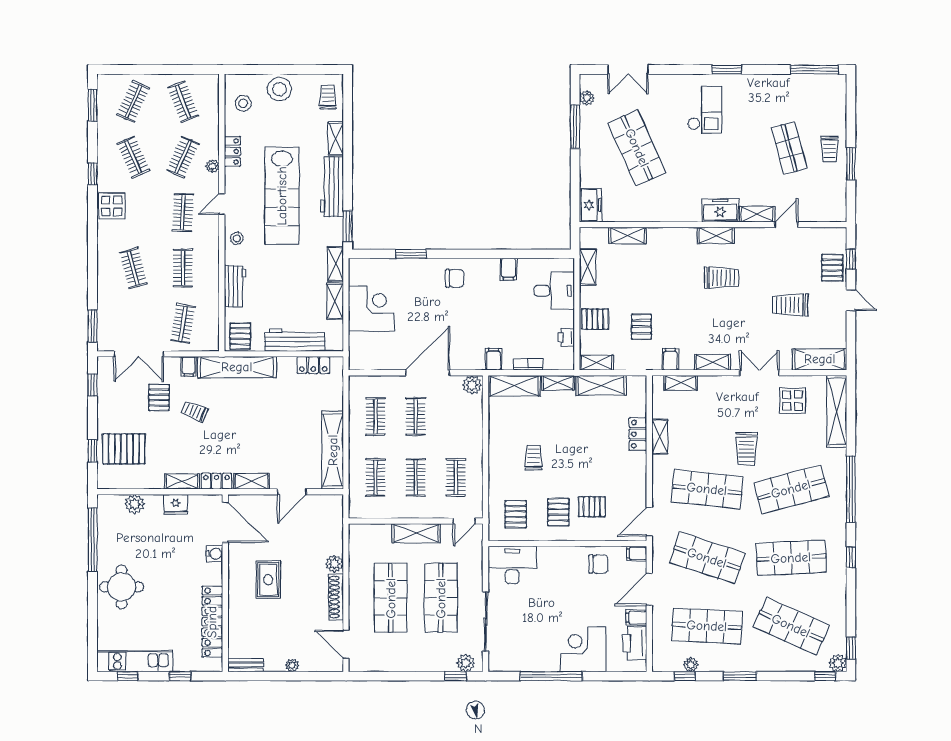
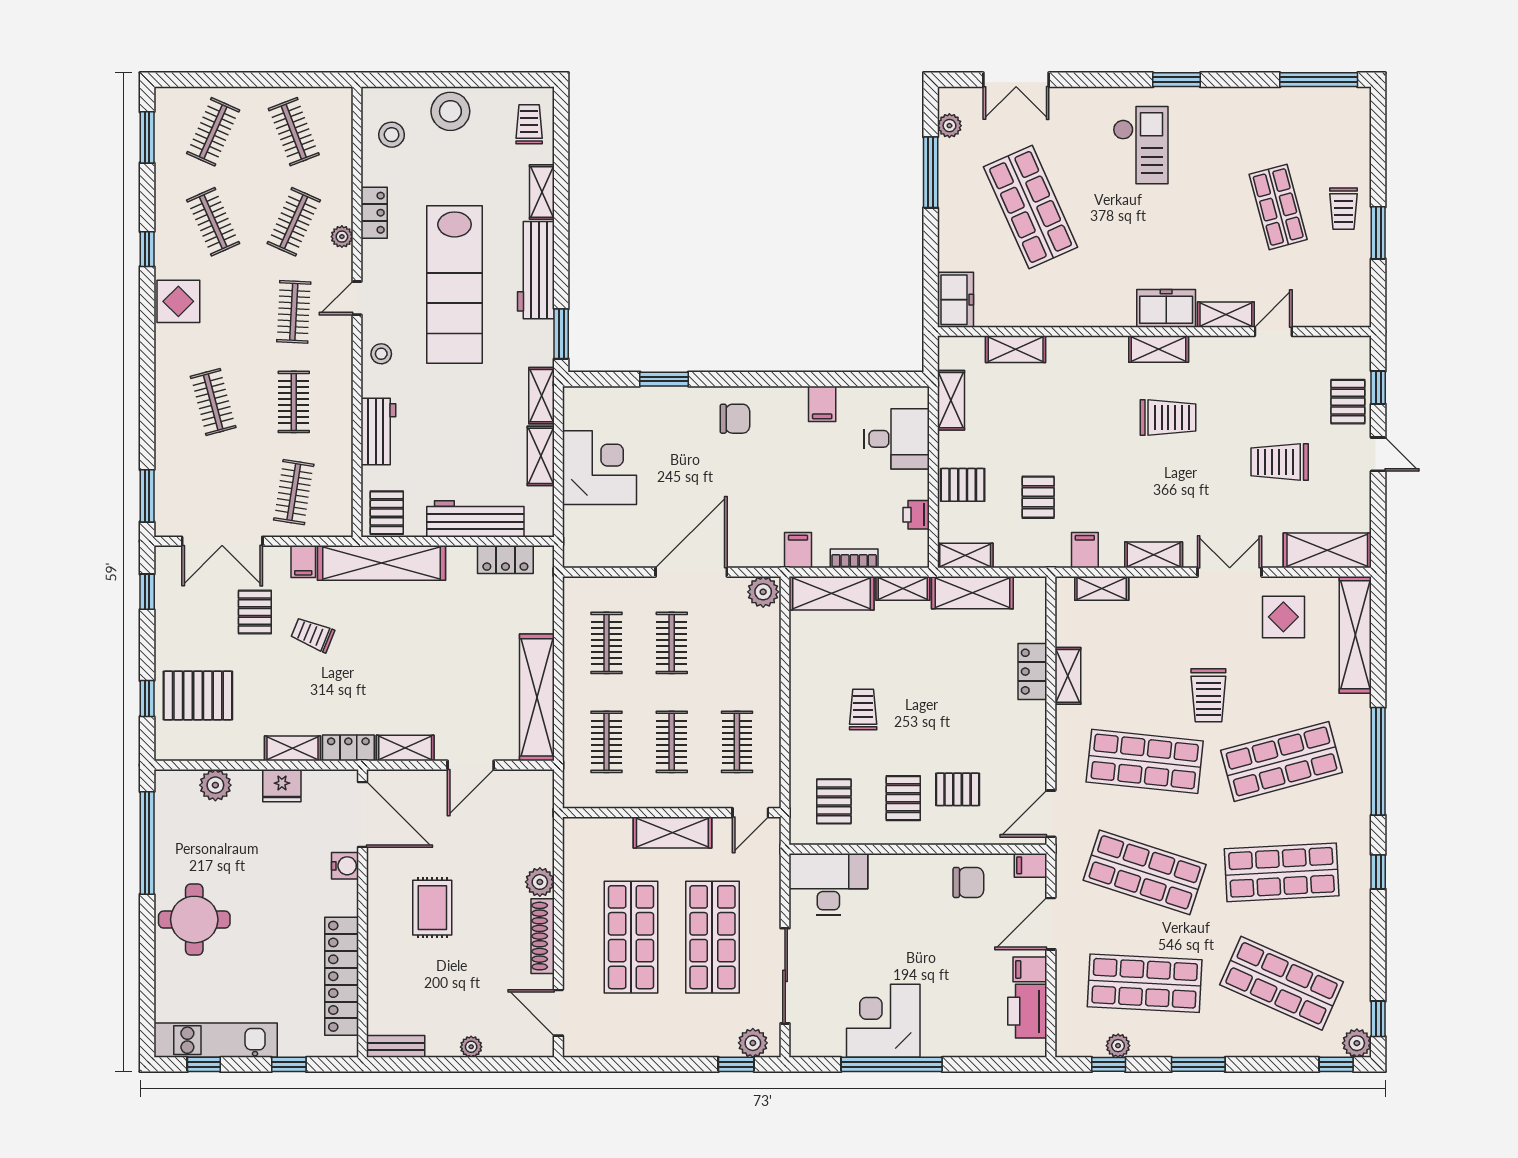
corner desk: (583, 649) -> (883, 1021), moved

